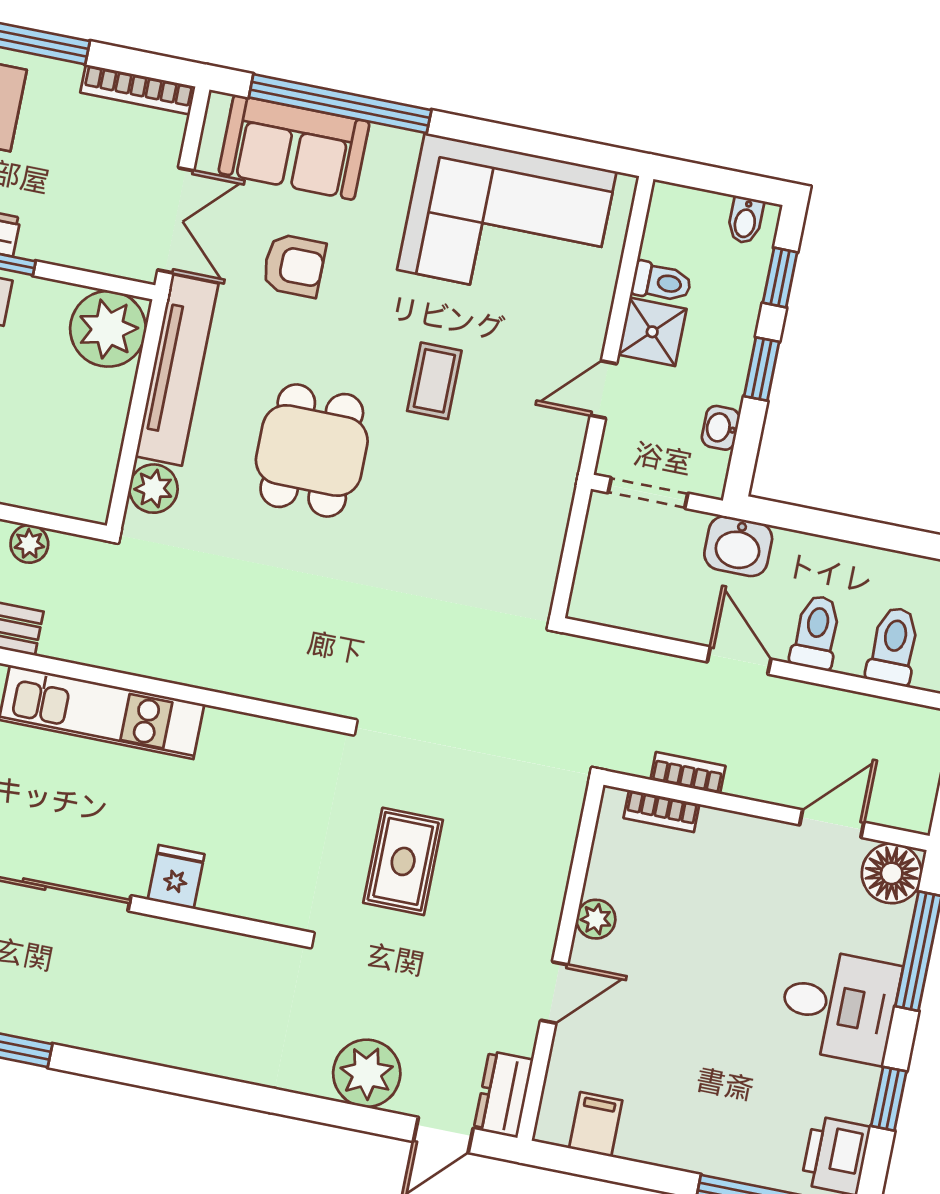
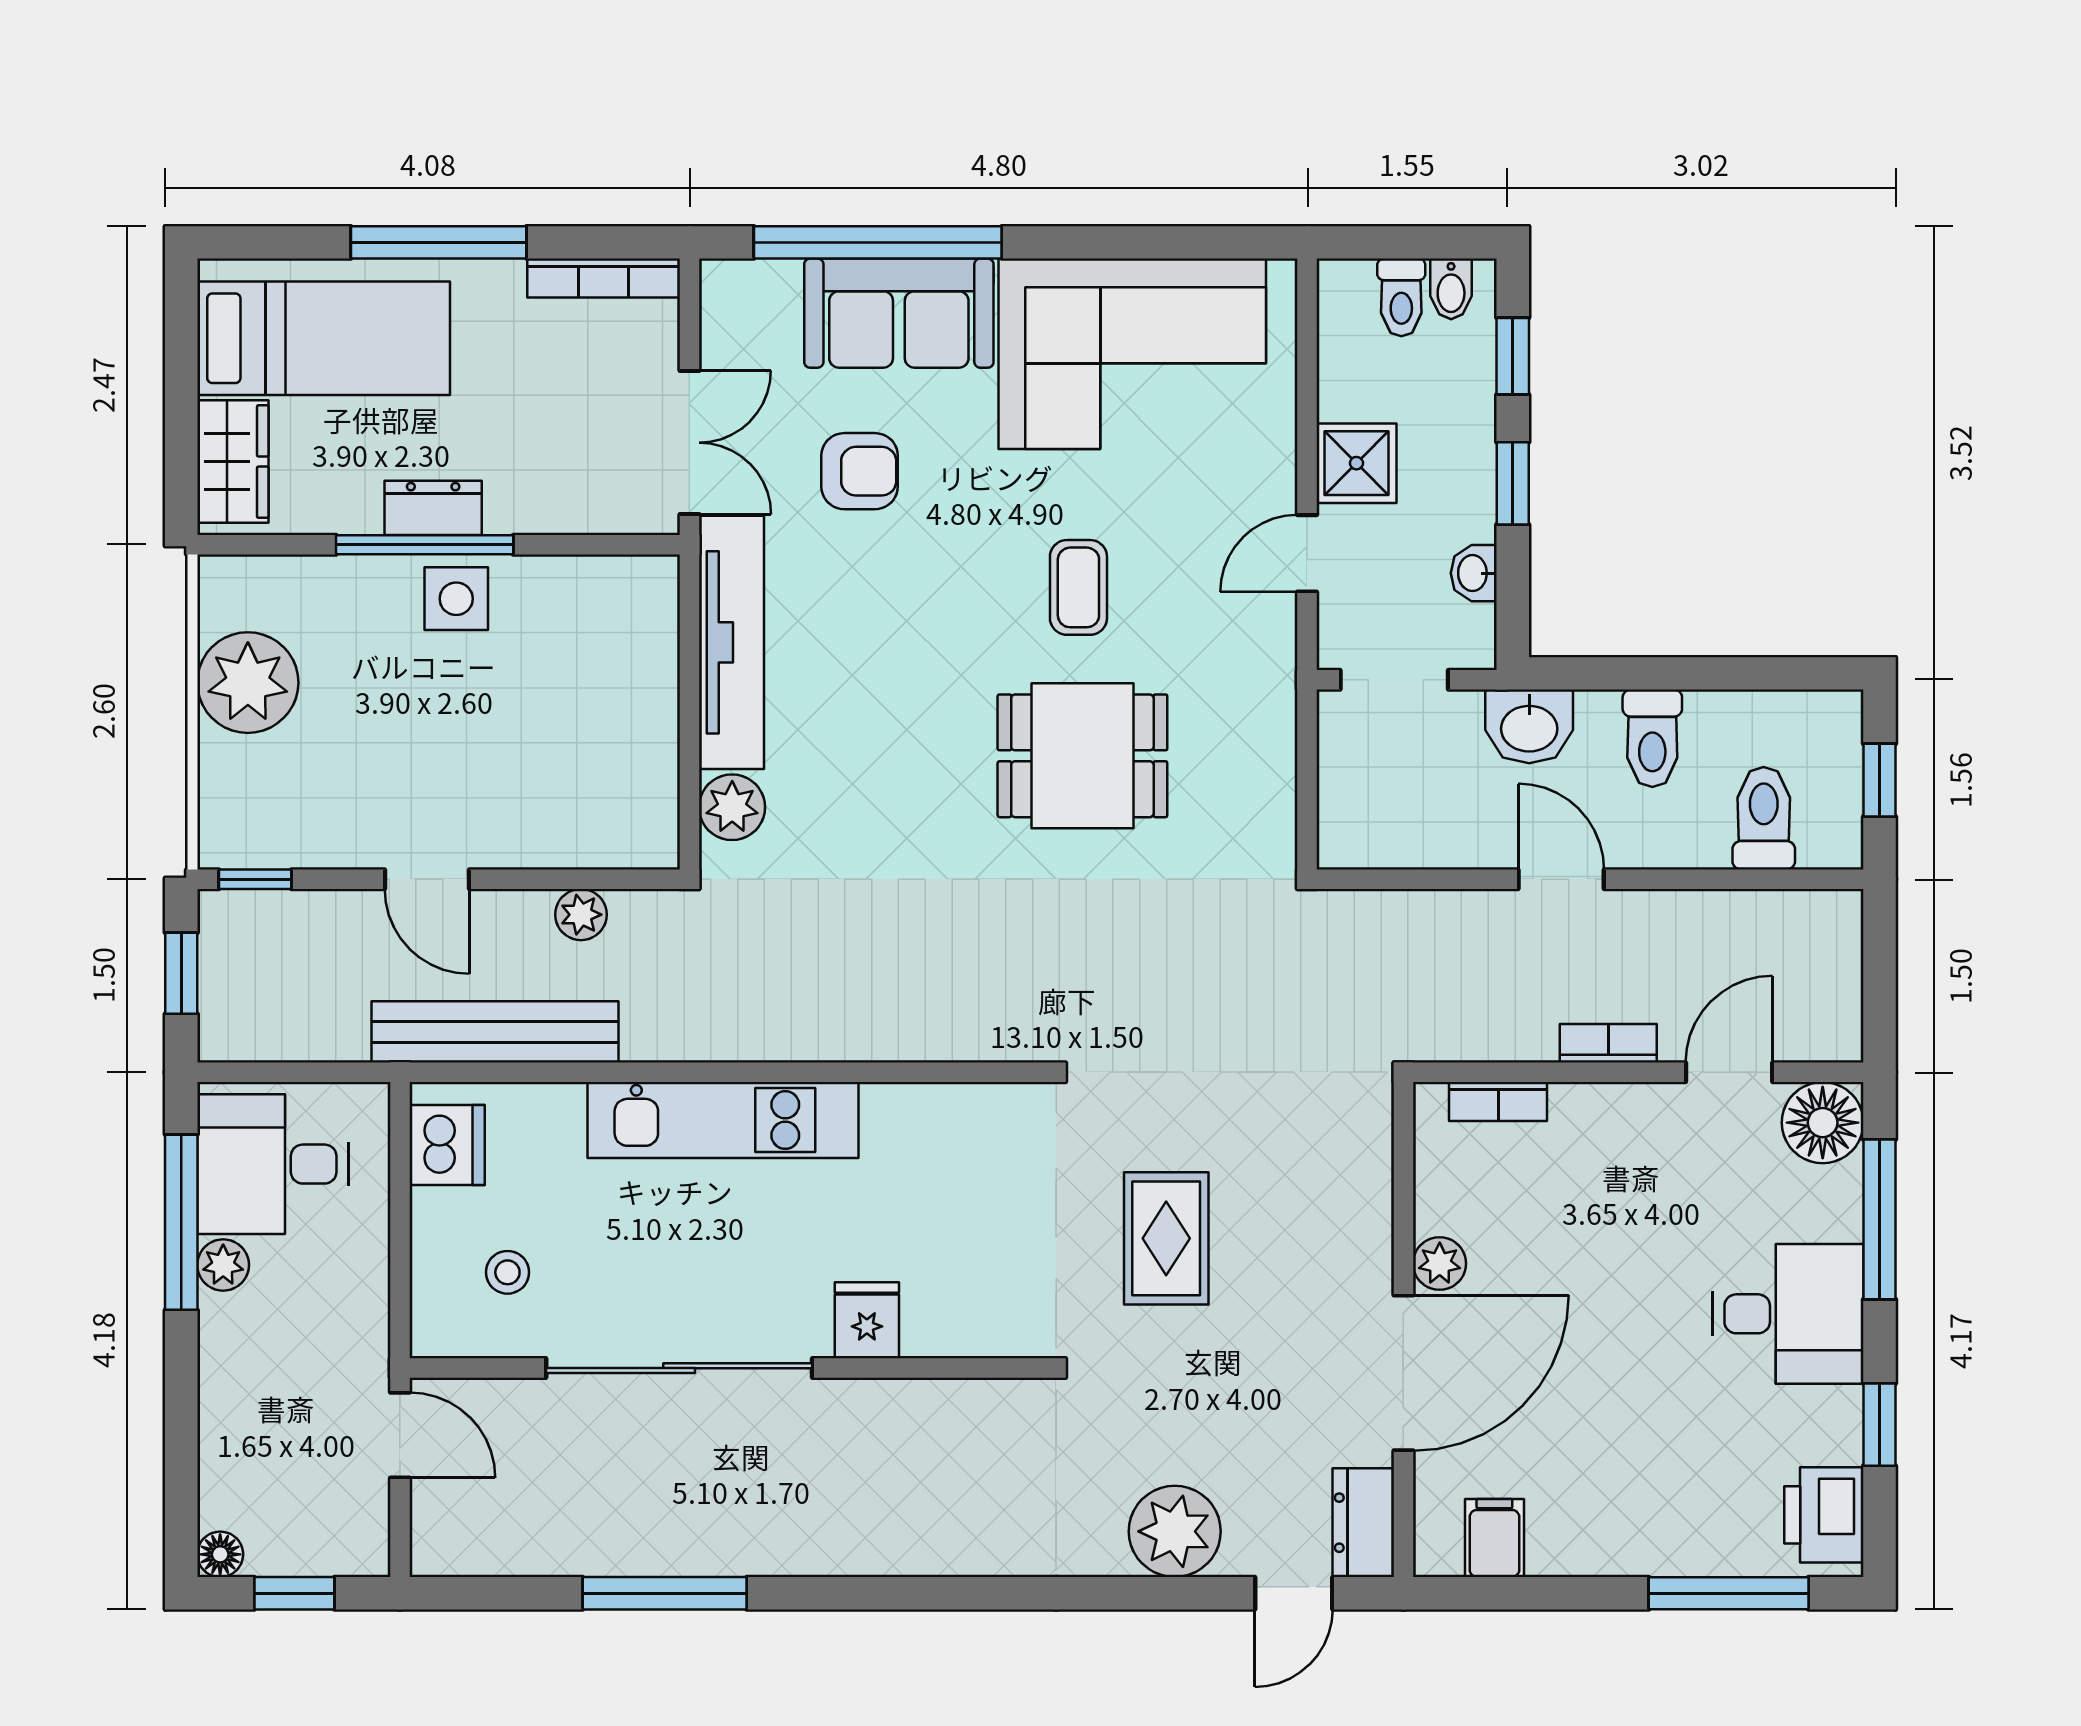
sofa: (294, 147) -> (899, 313), moved
toilet: (661, 282) -> (1401, 297), moved, turned 90
plant: (108, 329) -> (628, 606), removed
dining table: (312, 451) -> (1082, 756), moved, turned 90
toilet: (816, 632) -> (1652, 738), moved, turned 180
bookcase: (688, 773) -> (1608, 1043), moved
door: (554, 992) -> (1403, 1373), width x1.87

